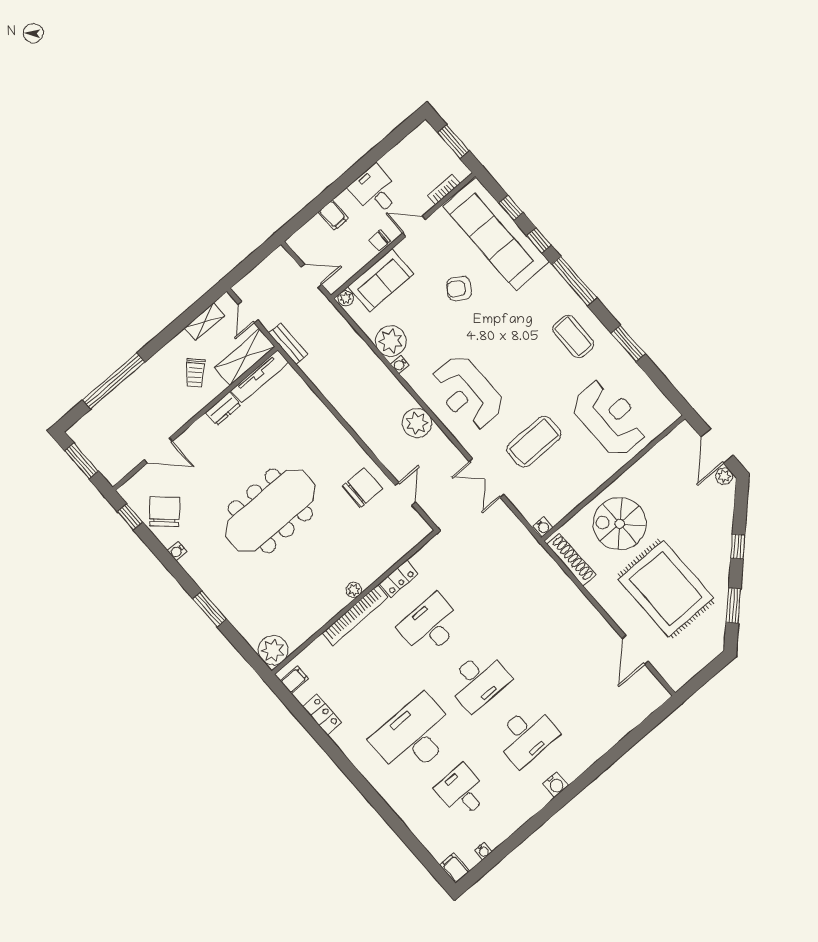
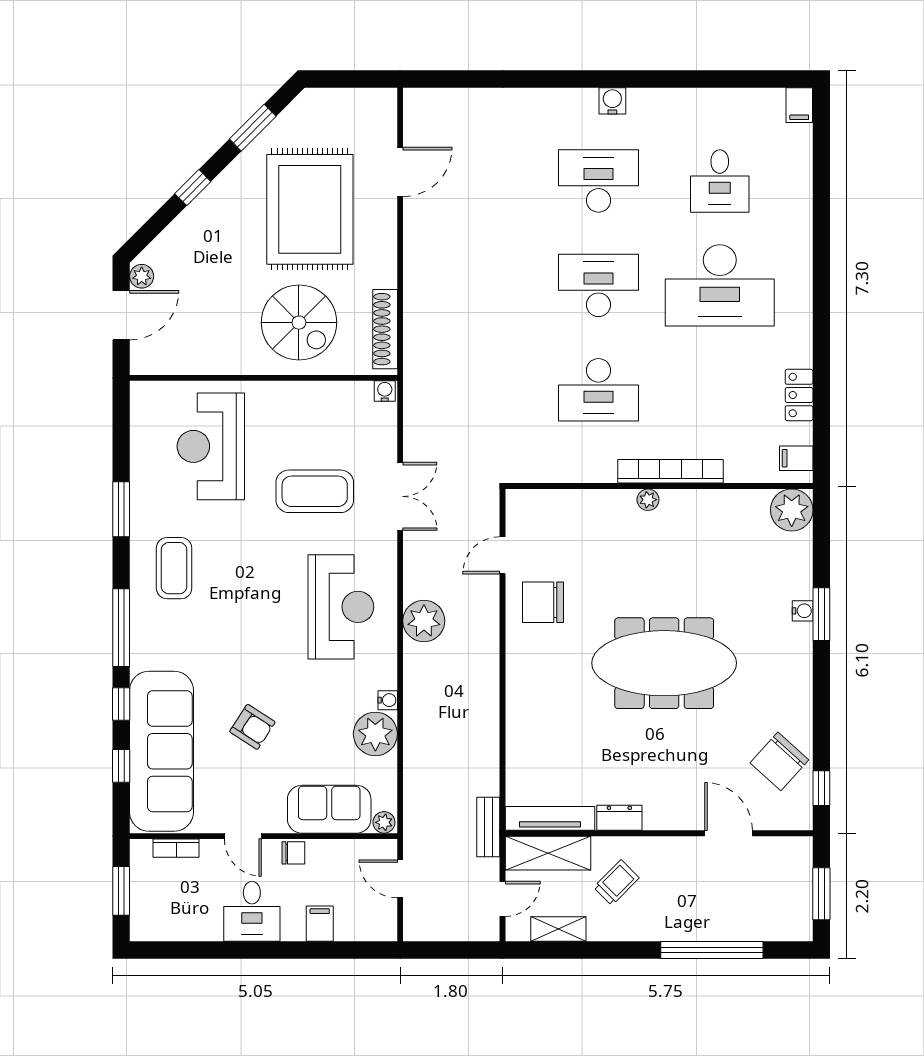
water cooler: (177, 551) -> (803, 611), moved
locker: (398, 579) -> (590, 470), removed
water cooler: (483, 851) -> (753, 97), removed

